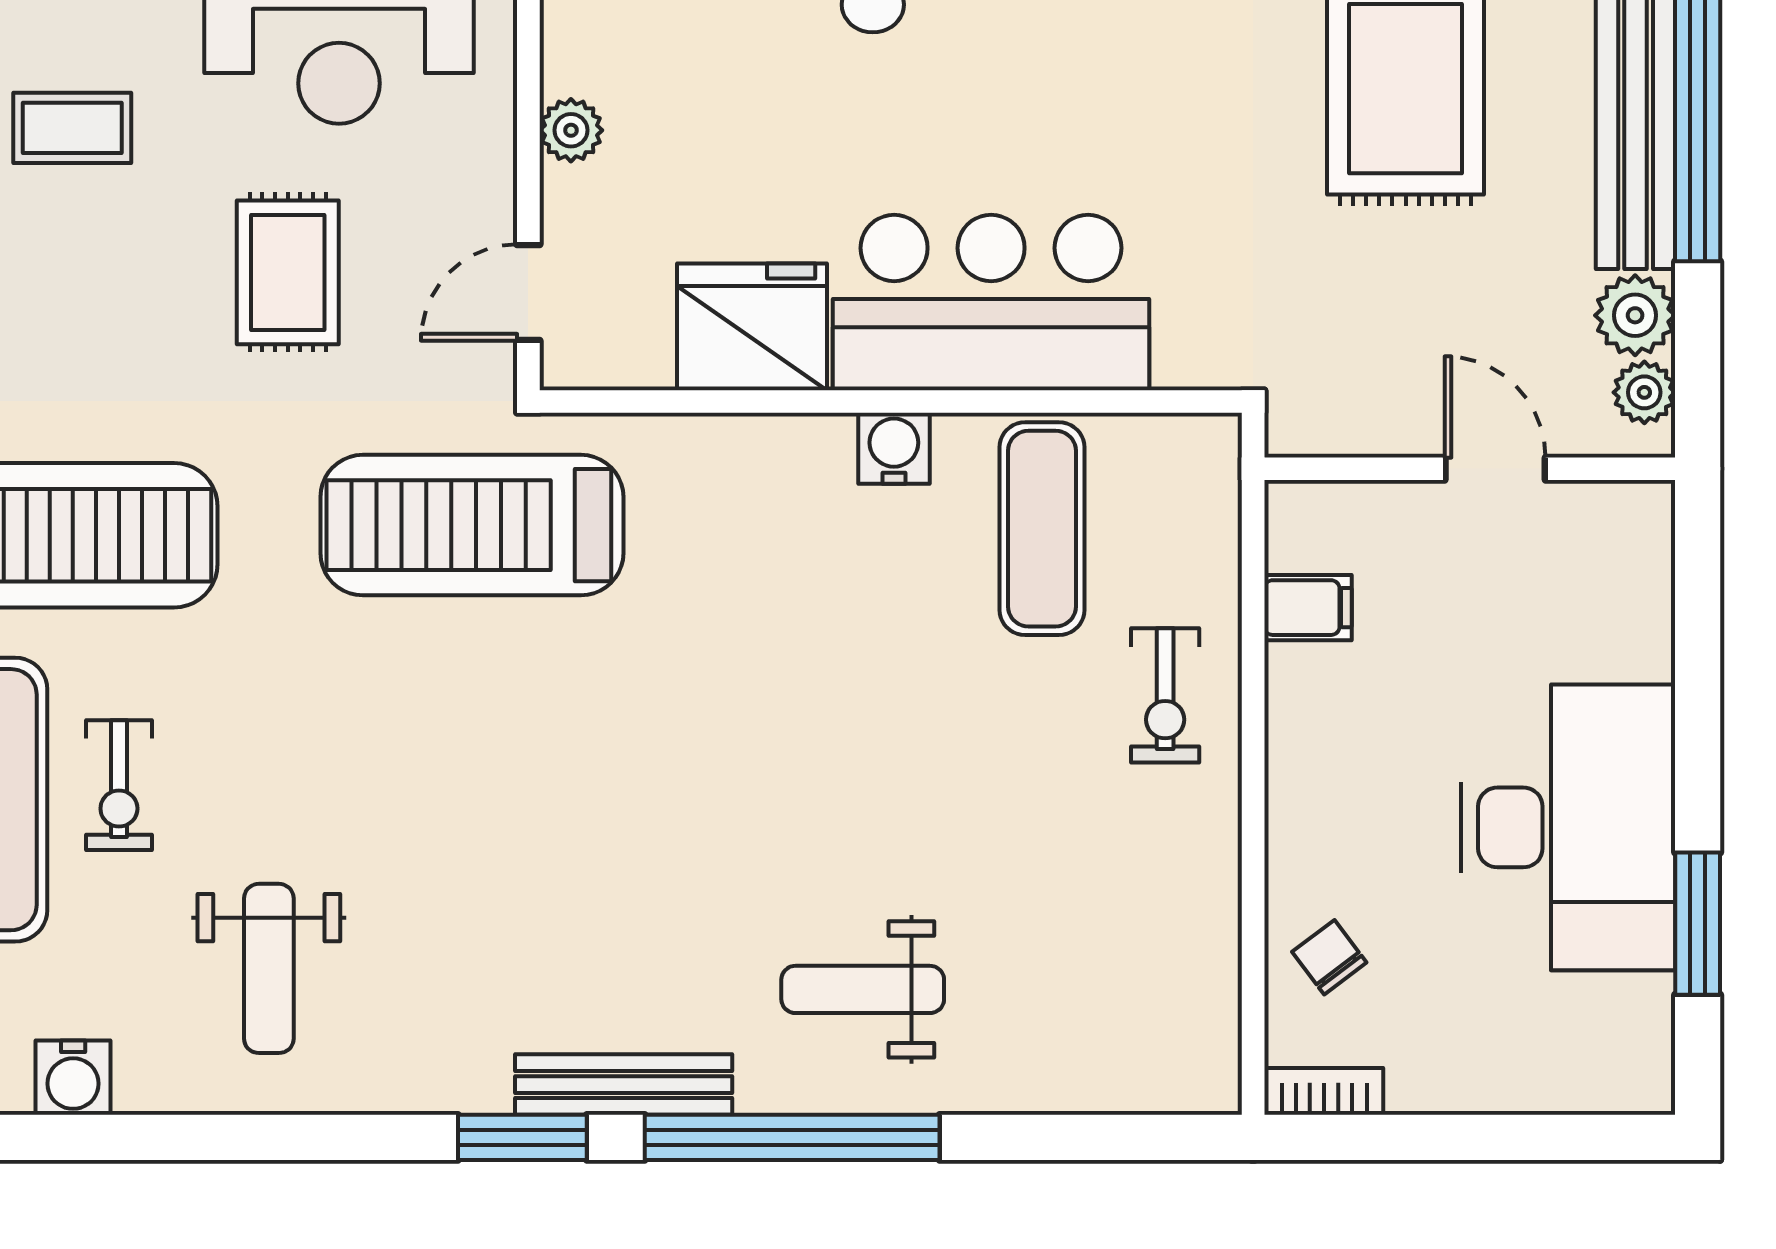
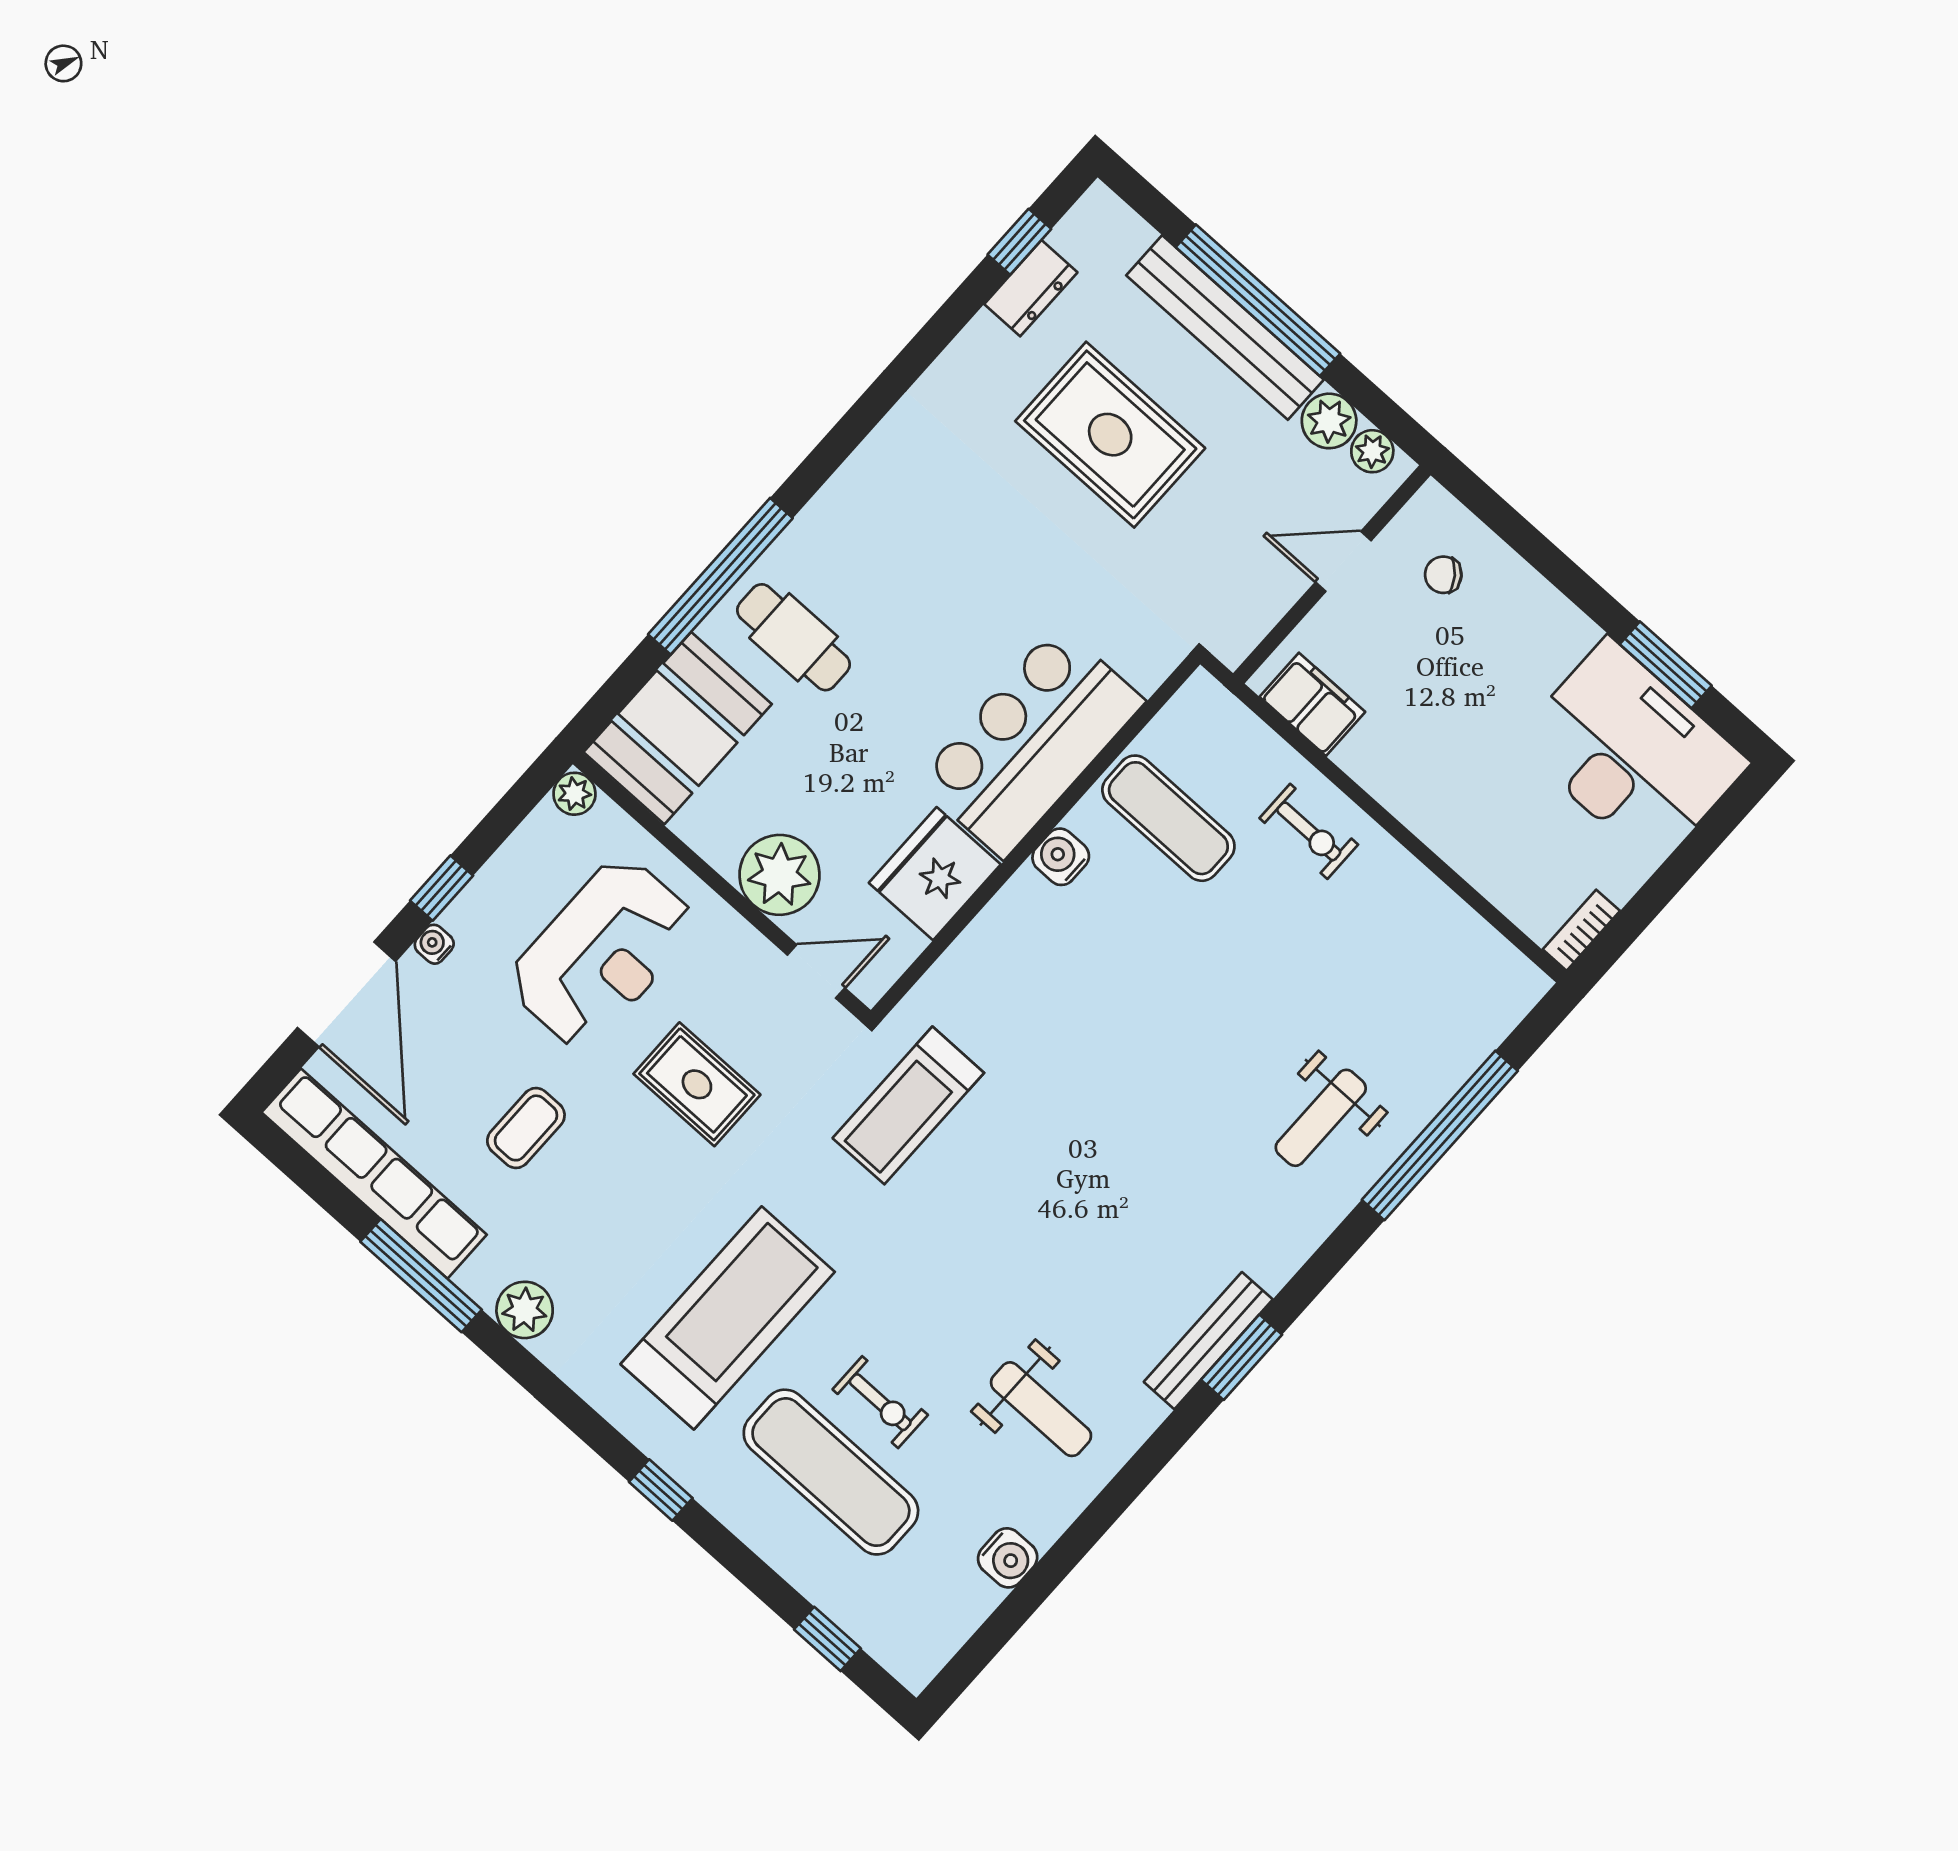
plant: (571, 130) -> (780, 875), width x1.87, depth x1.87
door: (528, 293) -> (816, 971), swing flipped
treadmill: (472, 525) -> (908, 1105), width x0.73, depth x0.73
filing cabinet: (1308, 608) -> (1312, 704), width x2.00
desk: (1568, 827) -> (1631, 752), moved
chair: (1329, 957) -> (1443, 575), moved
bench: (624, 1085) -> (1208, 1341), moved
window: (792, 1137) -> (1440, 1135), moved

